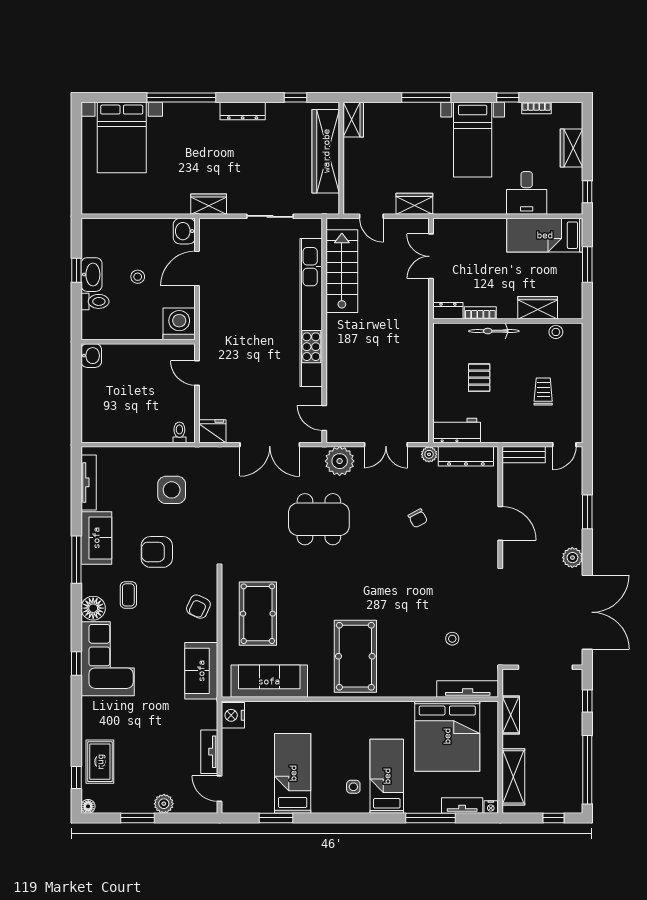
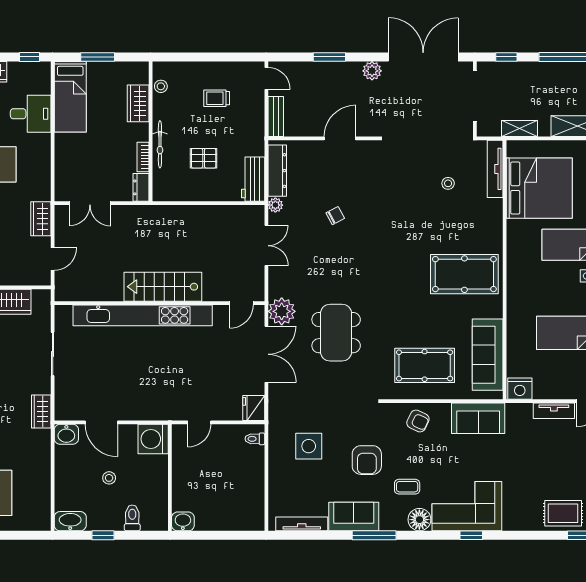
stairs: (342, 271) -> (163, 287), moved
washbasin: (91, 275) -> (70, 521), moved
plant: (340, 461) -> (282, 311), moved
dining table: (319, 519) -> (336, 333), moved

